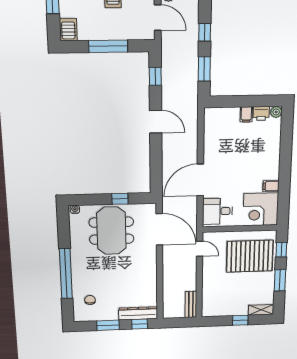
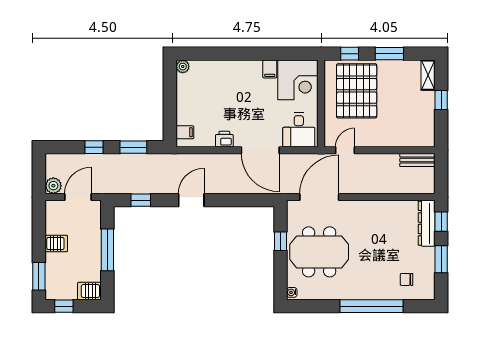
printer: (261, 113) -> (224, 139), moved, turned -90
filing cabinet: (246, 114) -> (185, 132), moved

